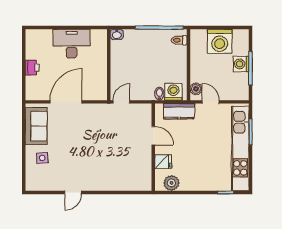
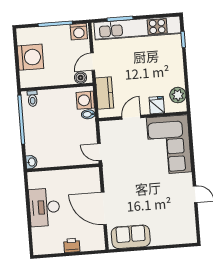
washing machine: (241, 64) -> (79, 32), moved
side table: (42, 158) -> (163, 228), removed
corner sofa: (123, 171) -> (169, 145), added

